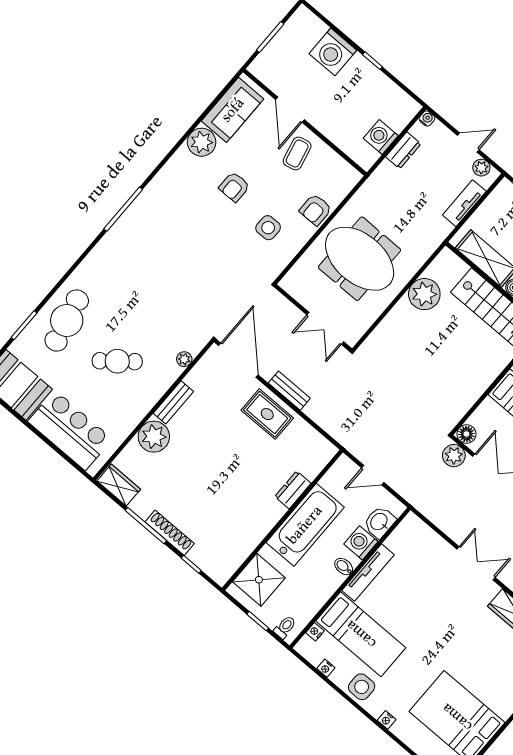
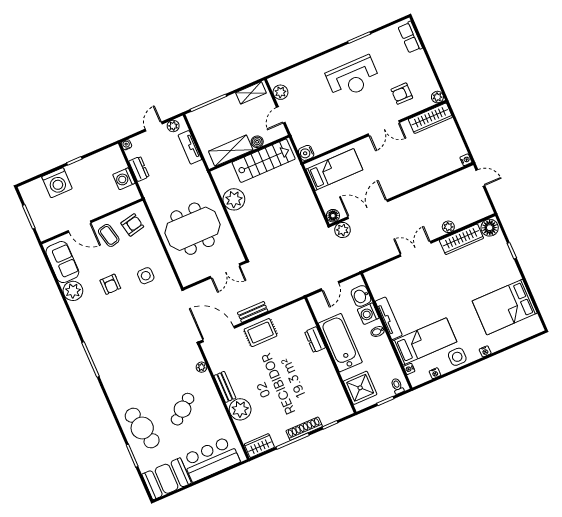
armchair: (316, 210) -> (132, 225), moved, turned -102

